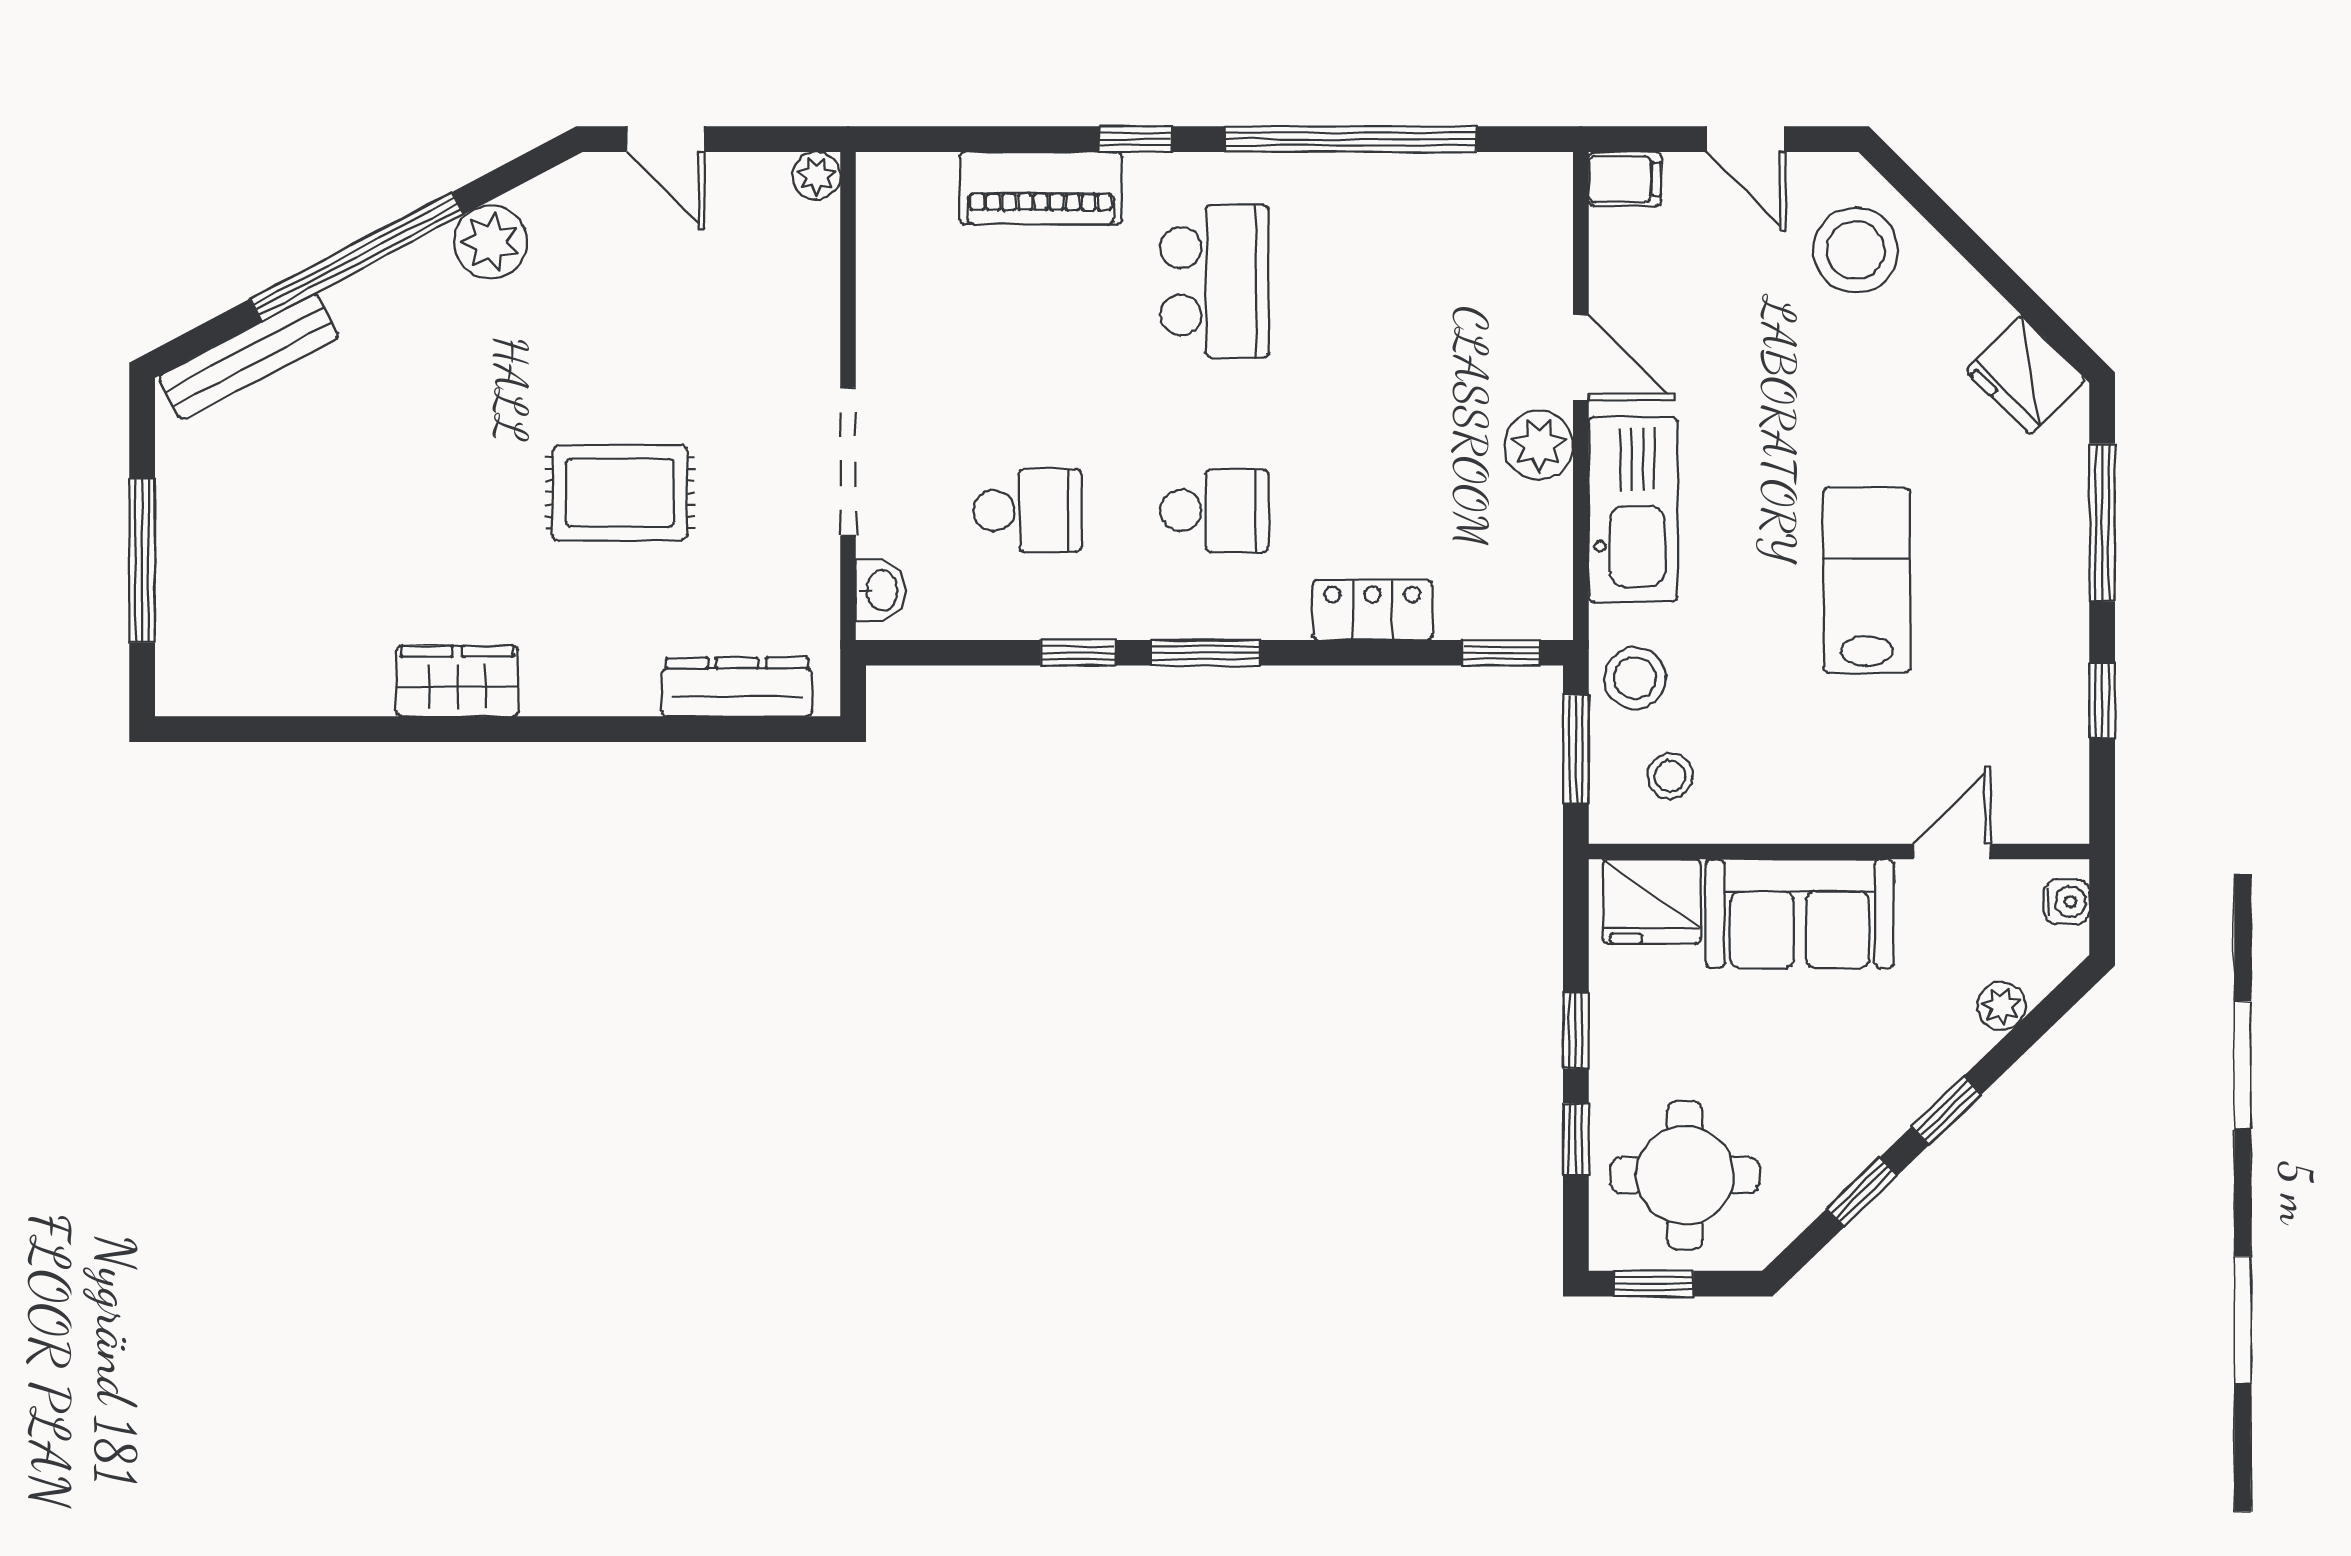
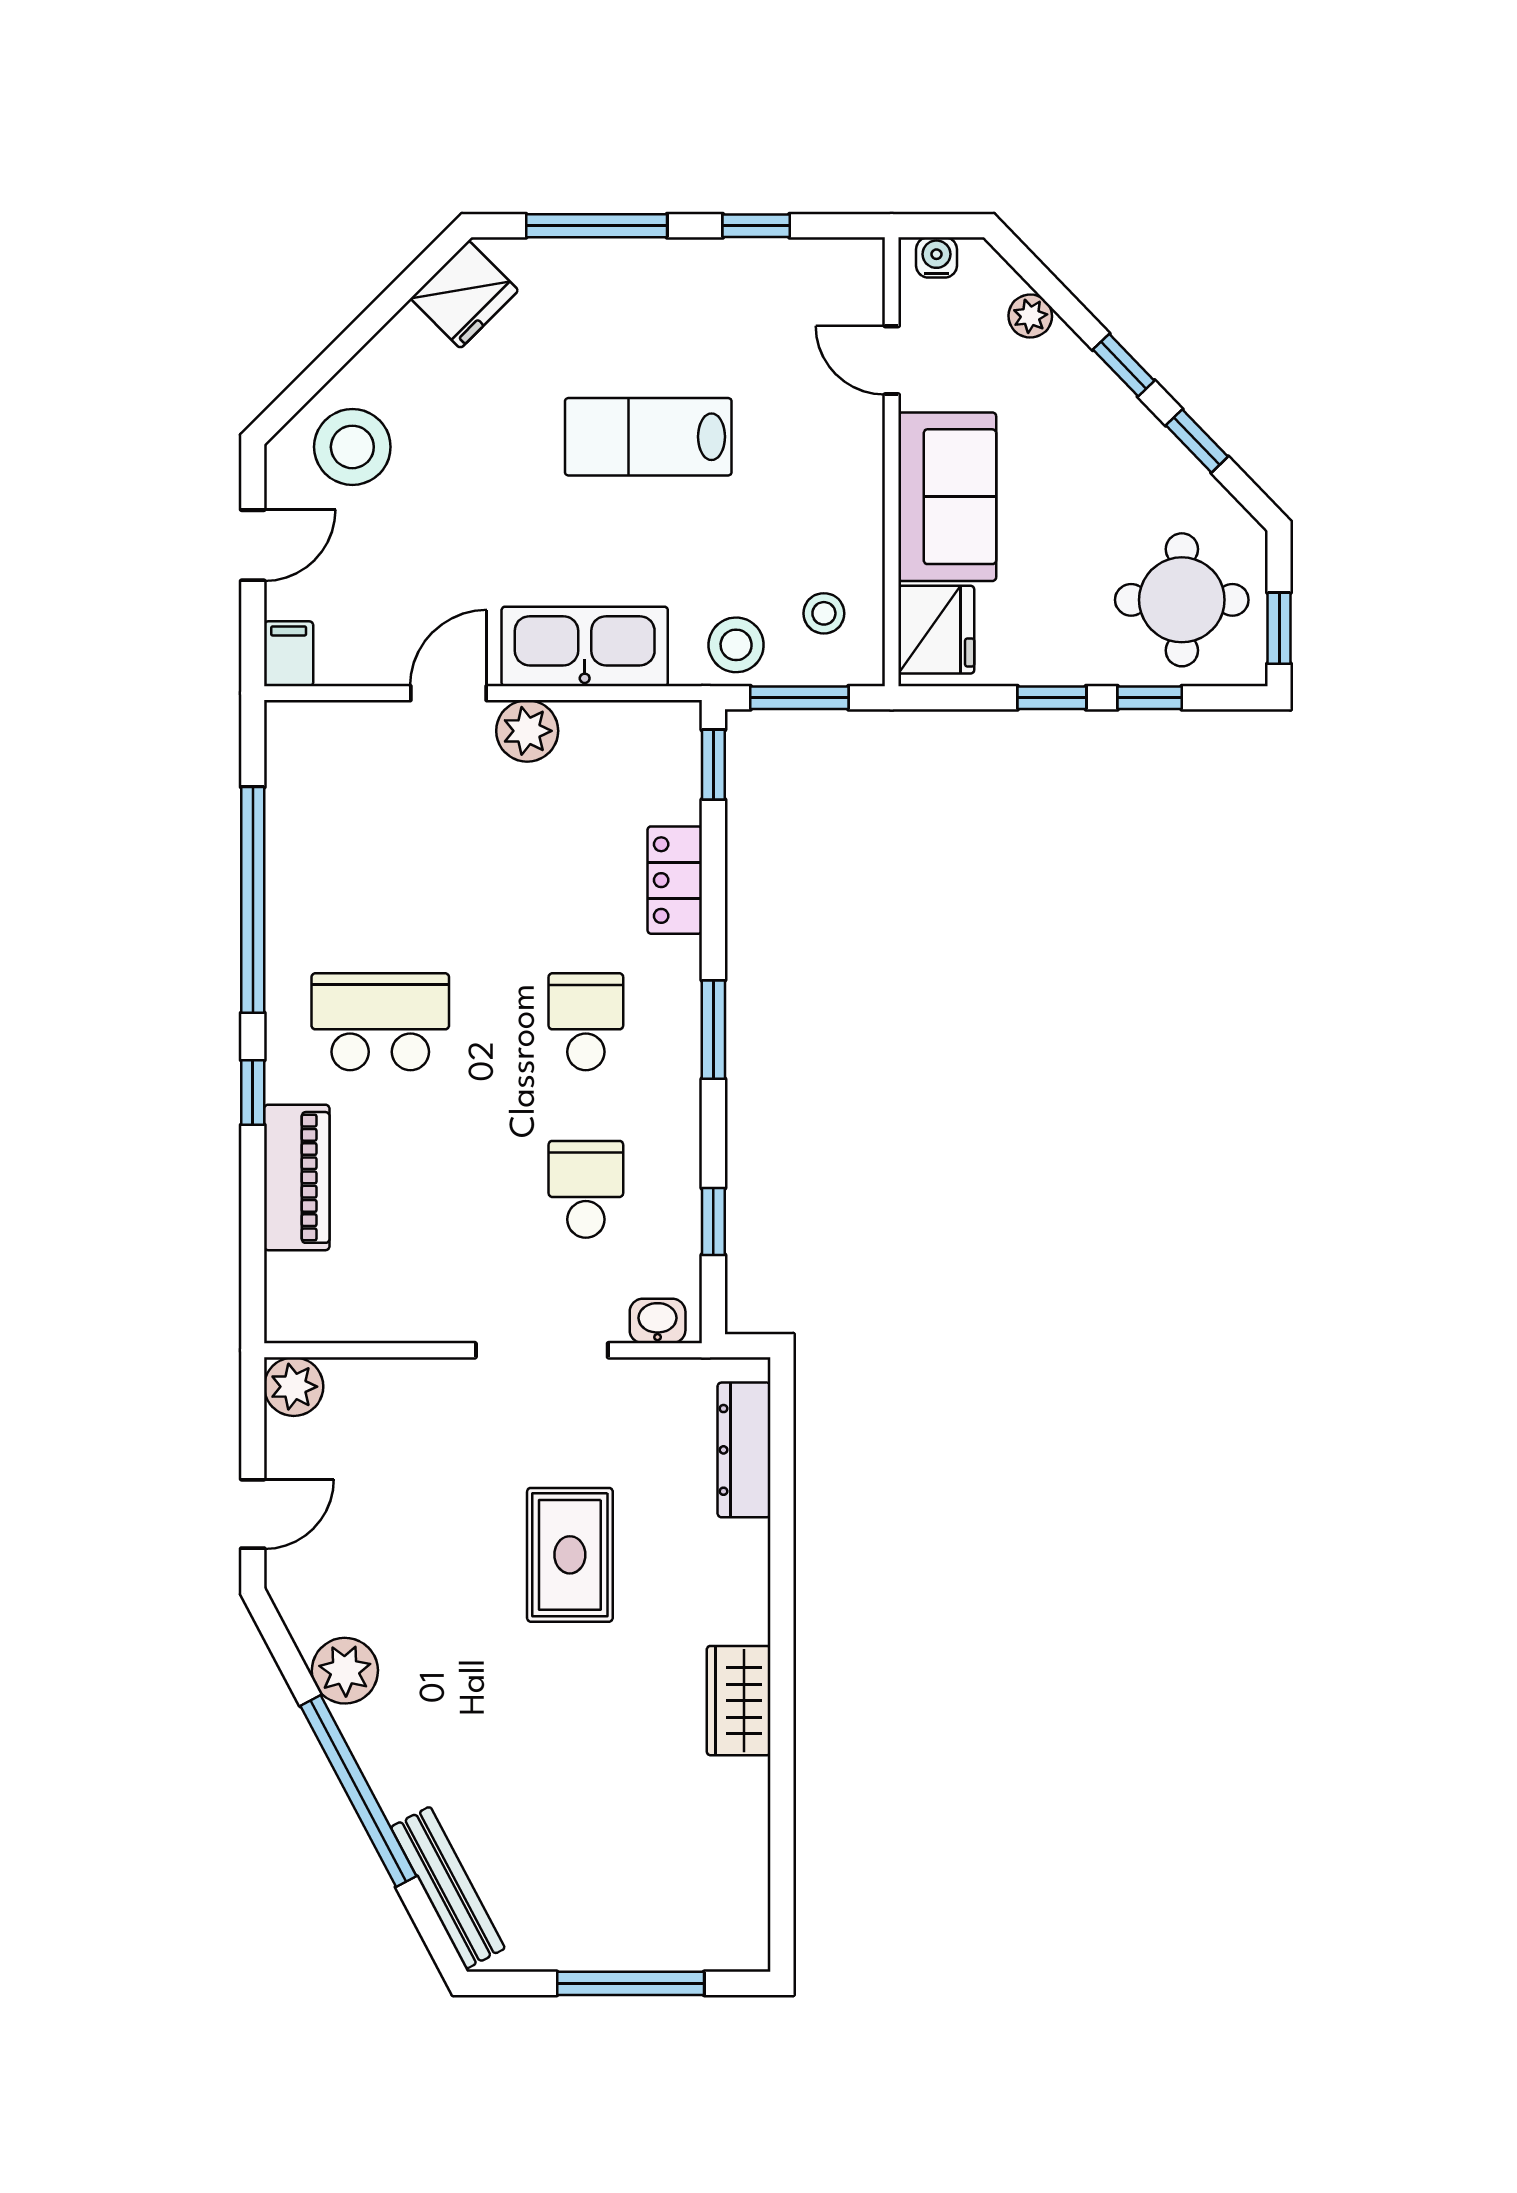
plant: (817, 176) -> (294, 1387), width x1.38, depth x1.38
window: (1078, 653) -> (713, 1222), moved

